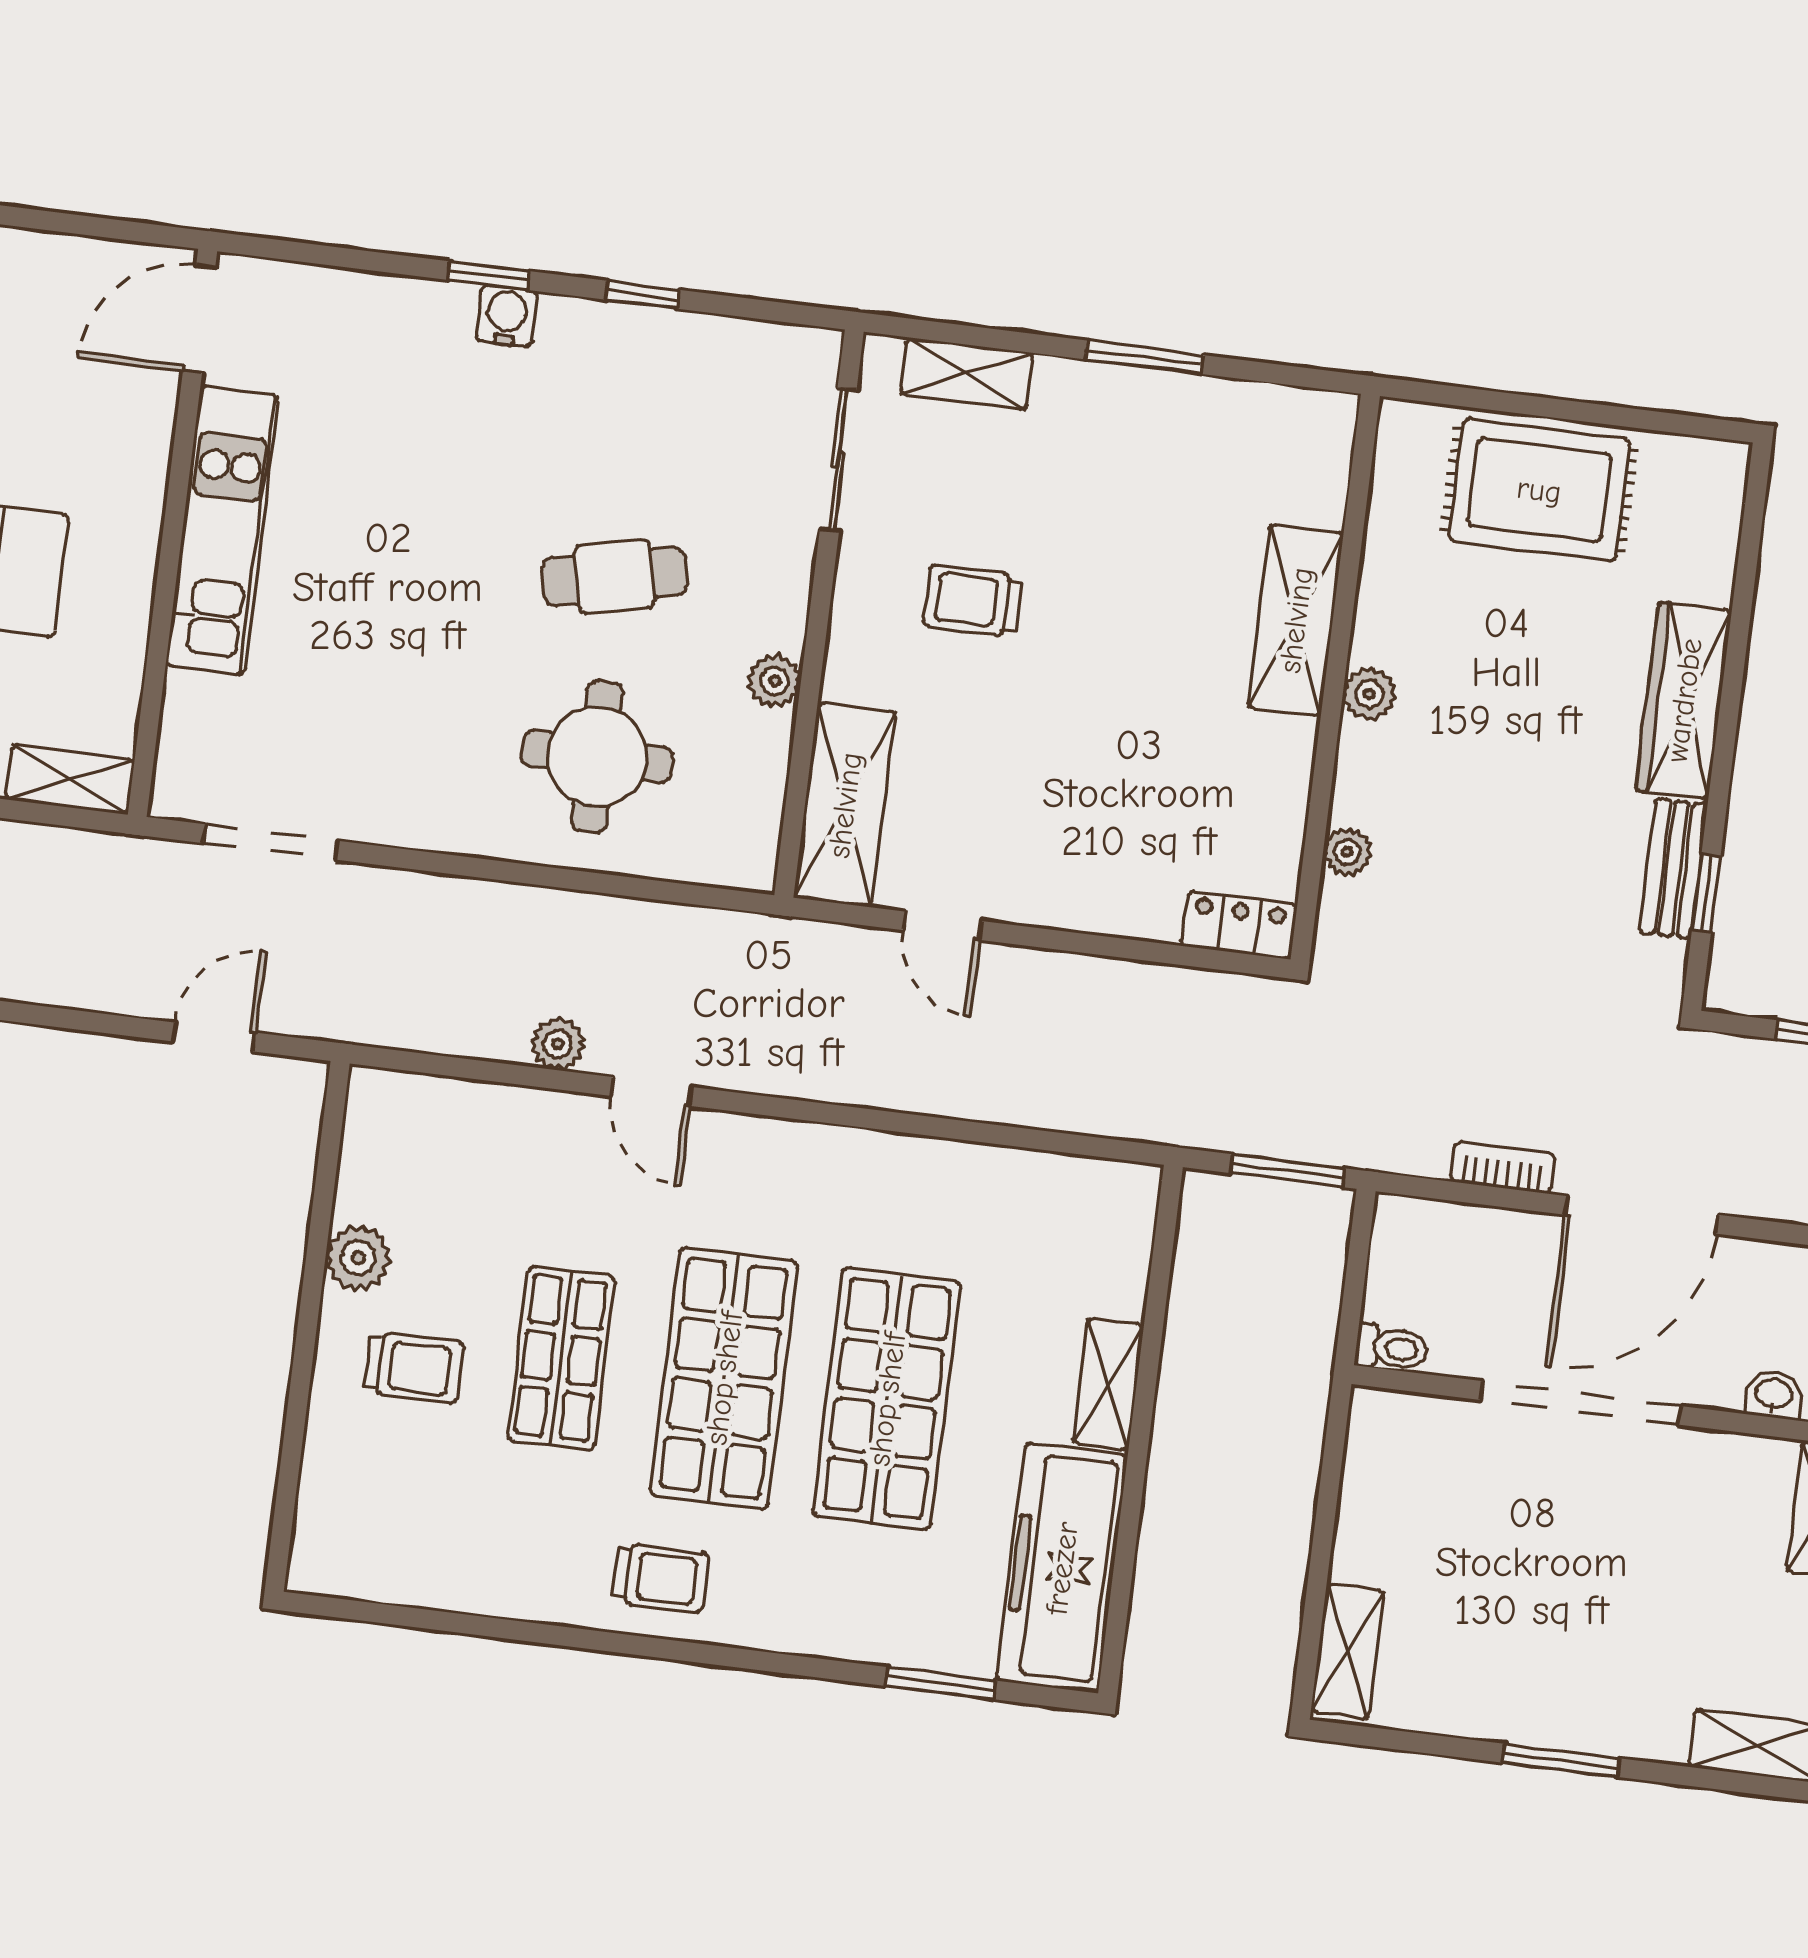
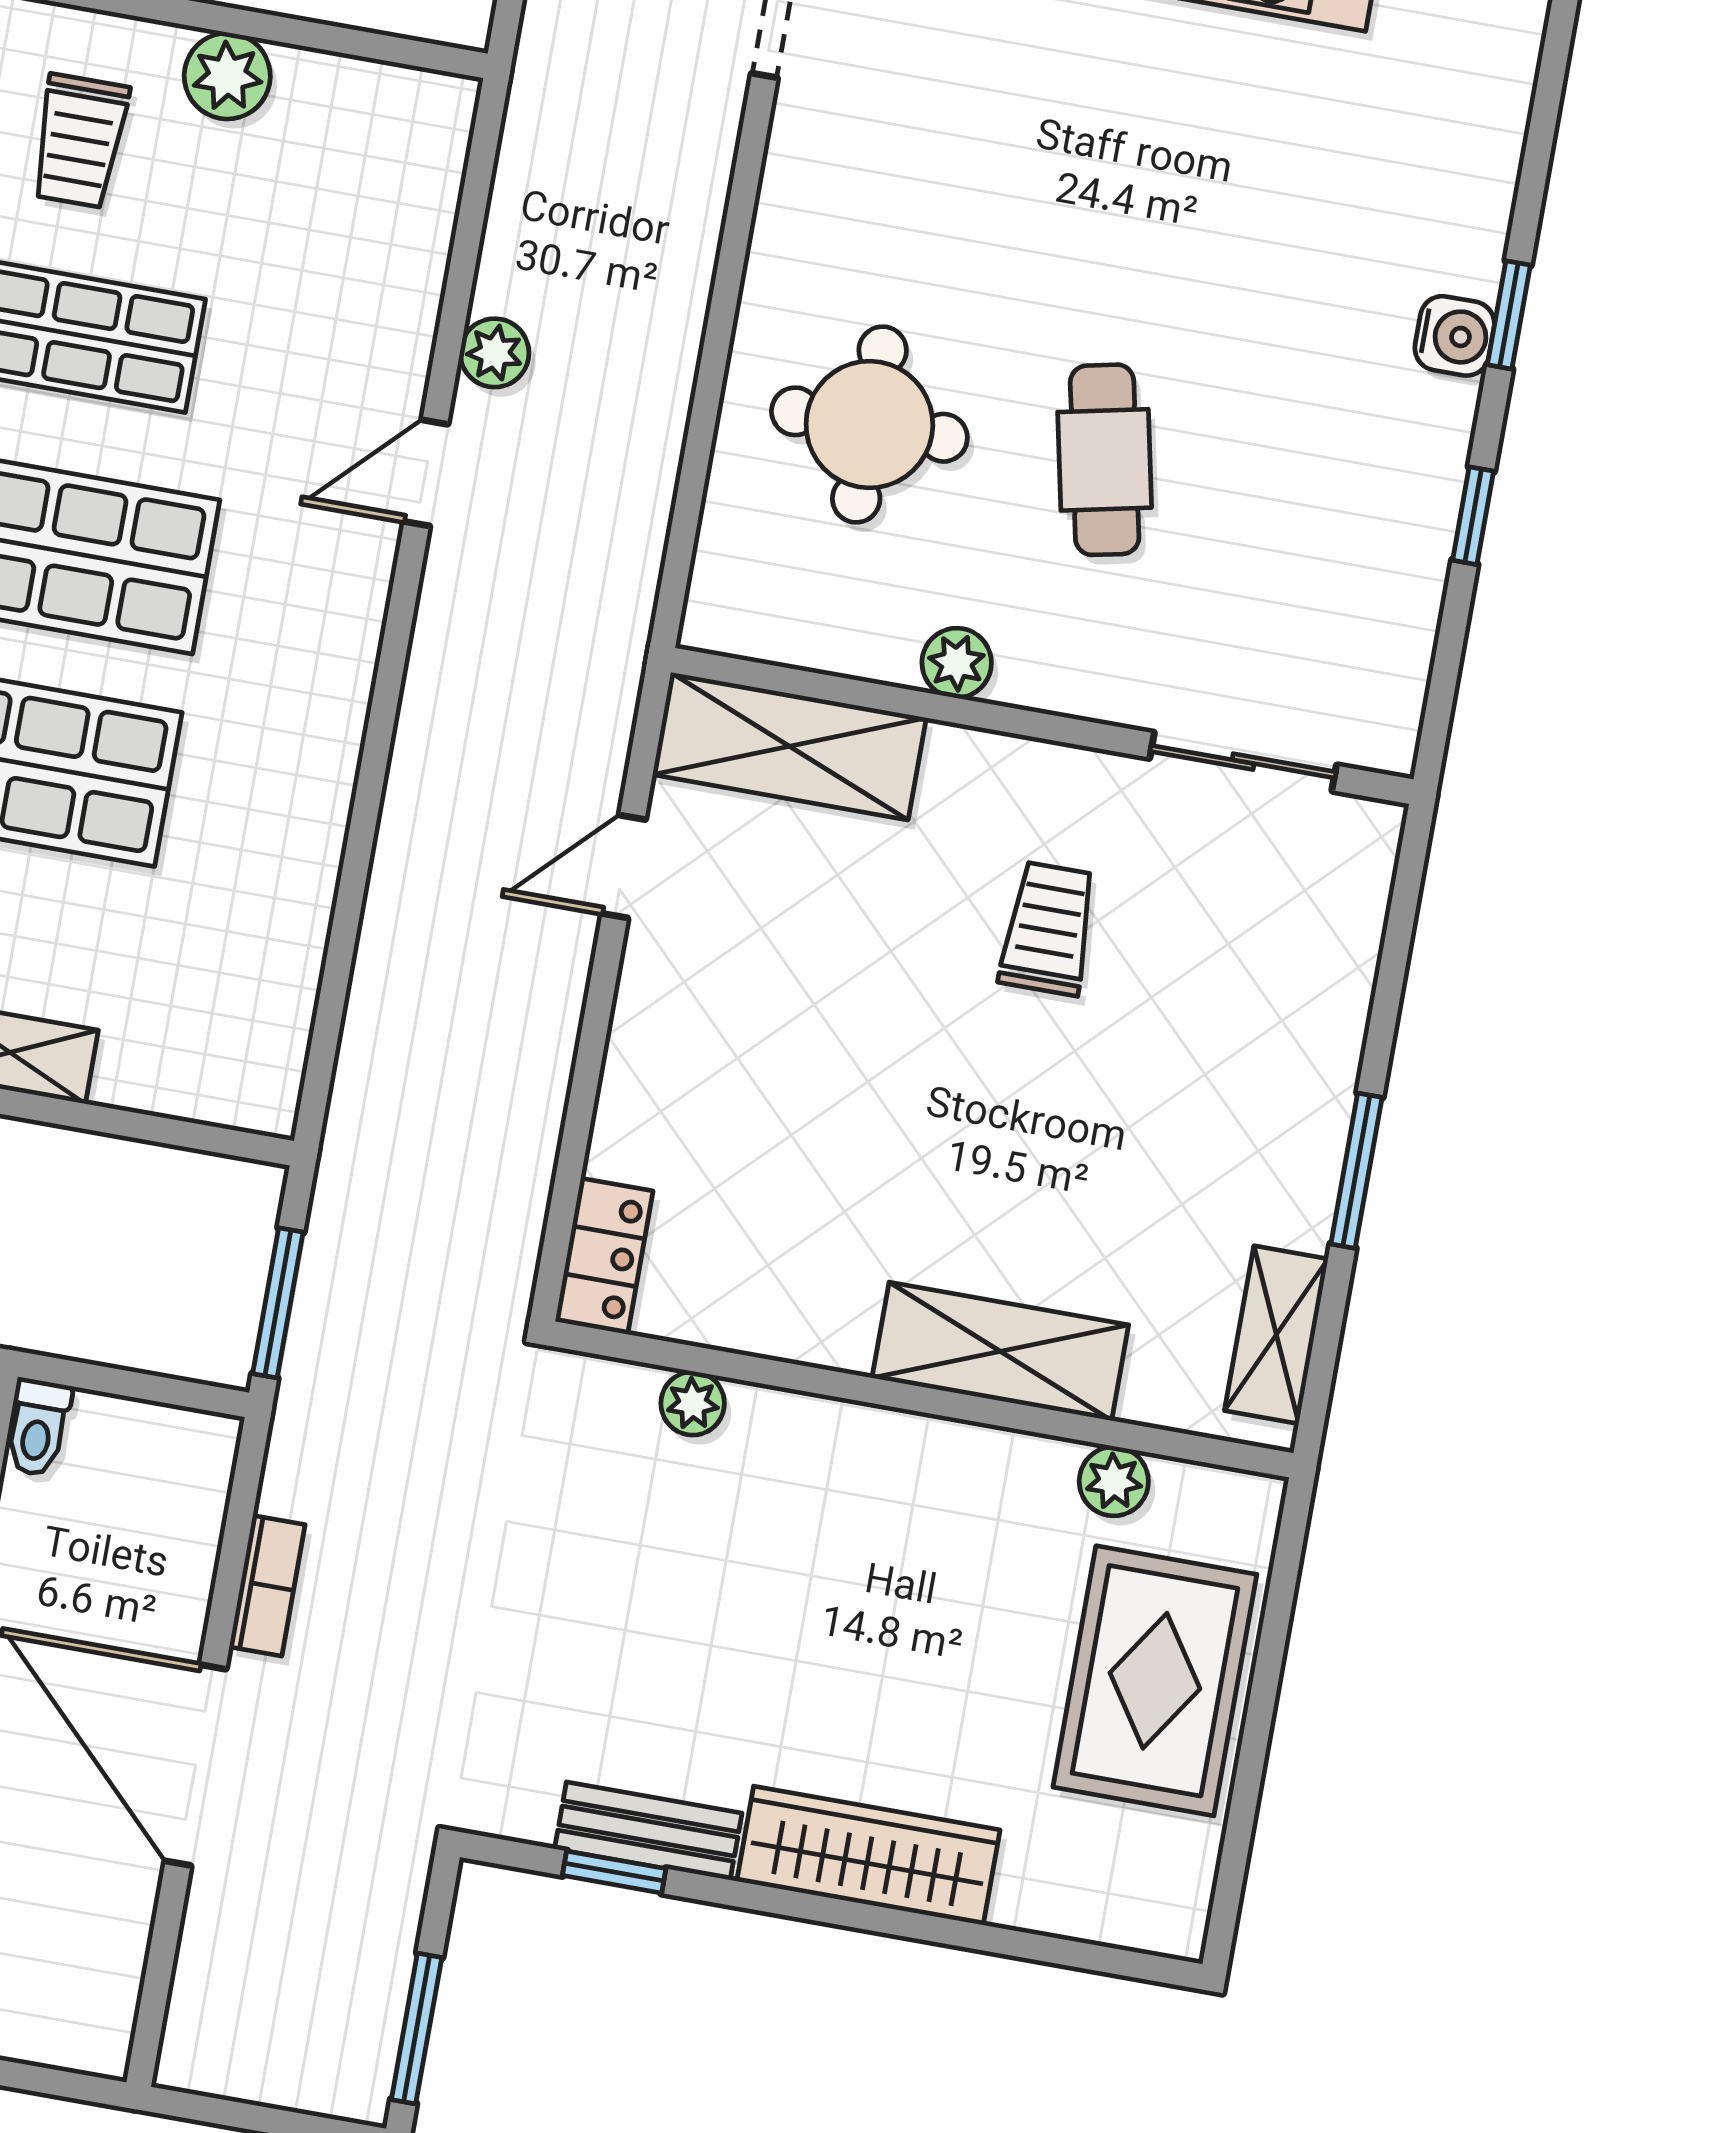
shelving: (967, 373) -> (1276, 1335), moved
plant: (1369, 694) -> (1114, 1481), moved

